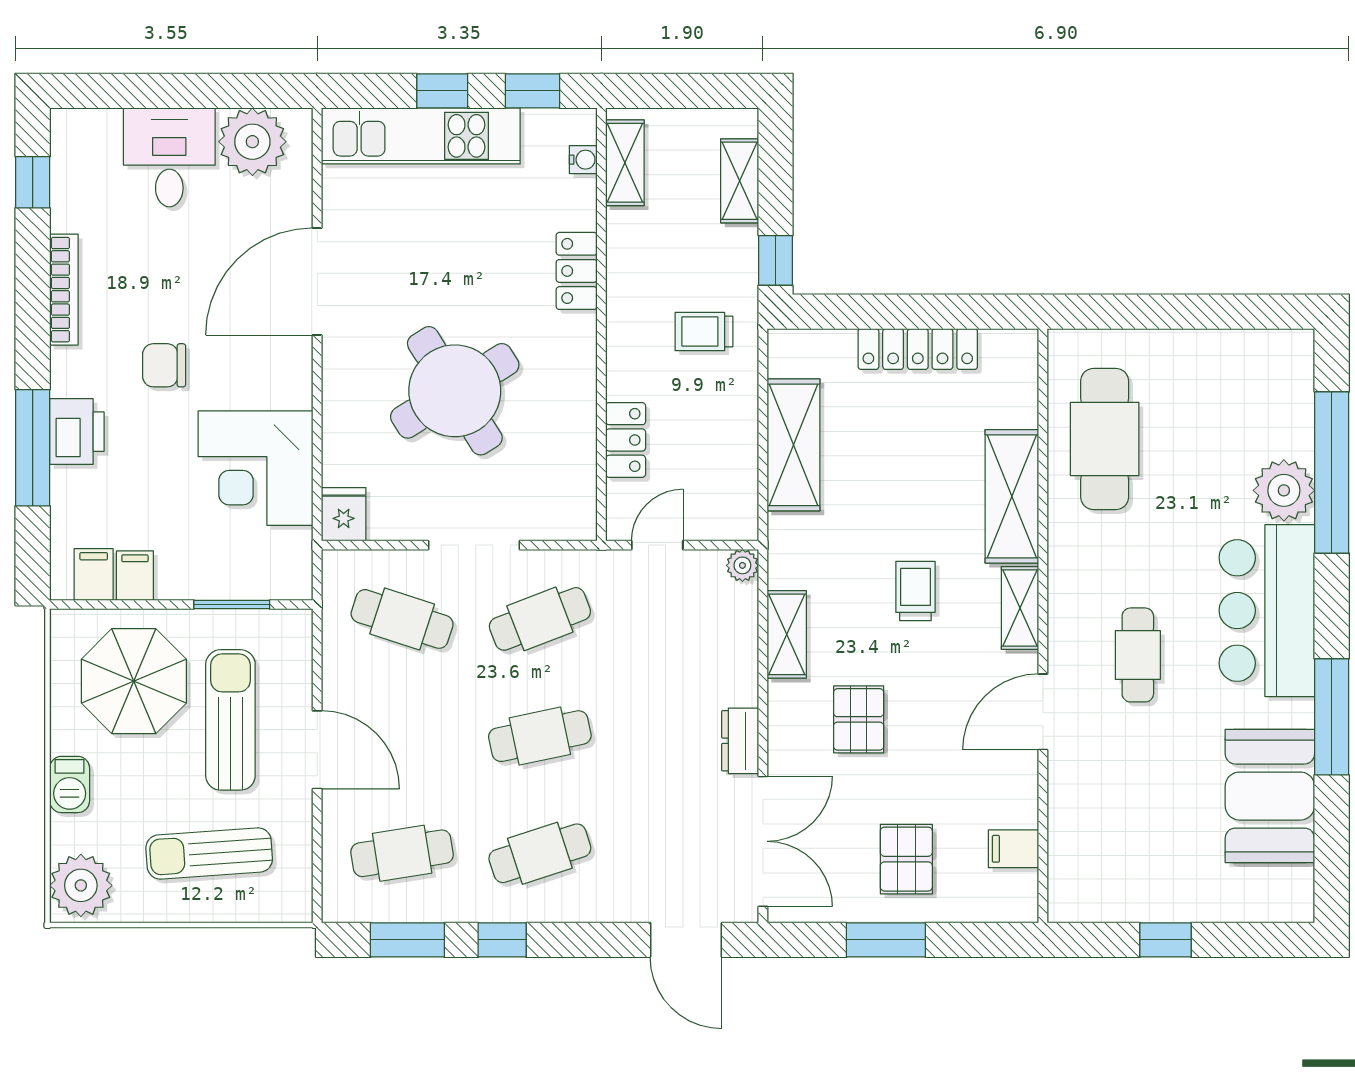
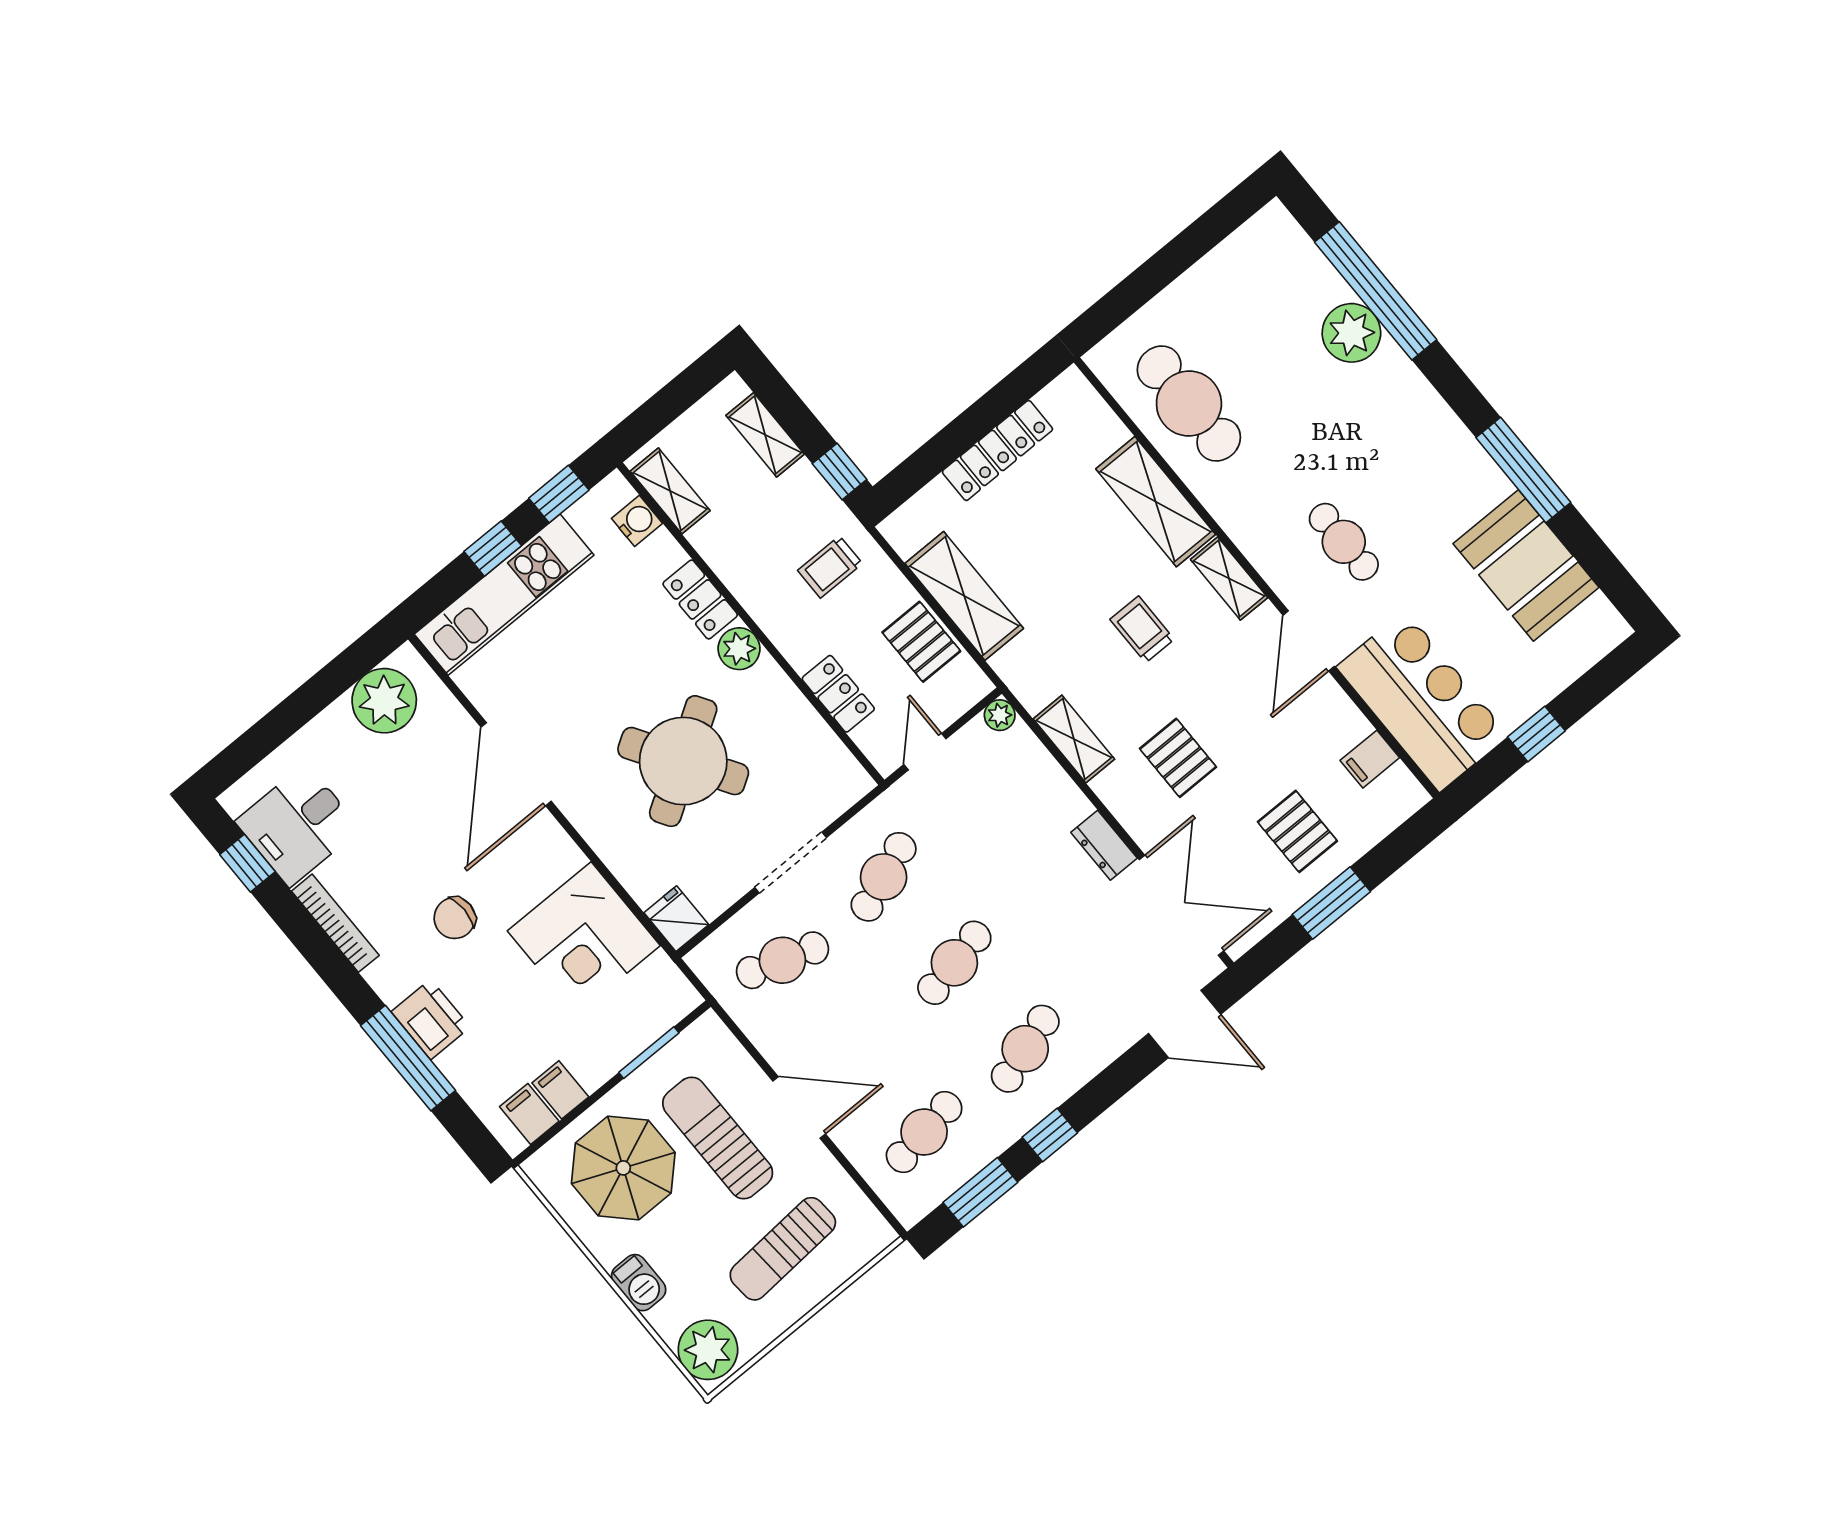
desk: (169, 157) -> (298, 825), moved, turned -90
water cooler: (583, 160) -> (637, 521), width x1.38, depth x1.38
plant: (575, 337) -> (739, 649), added
pallet: (728, 453) -> (921, 642), added
bar counter: (1267, 611) -> (1422, 701), moved, turned 180

